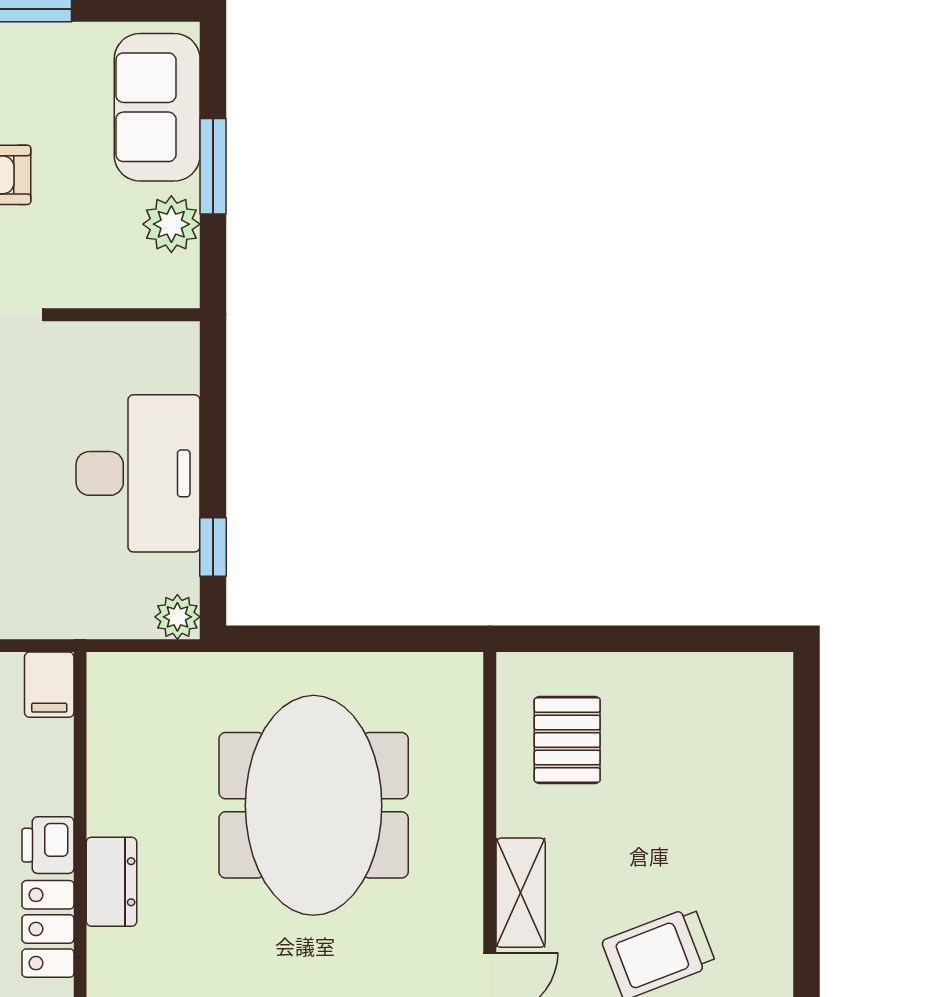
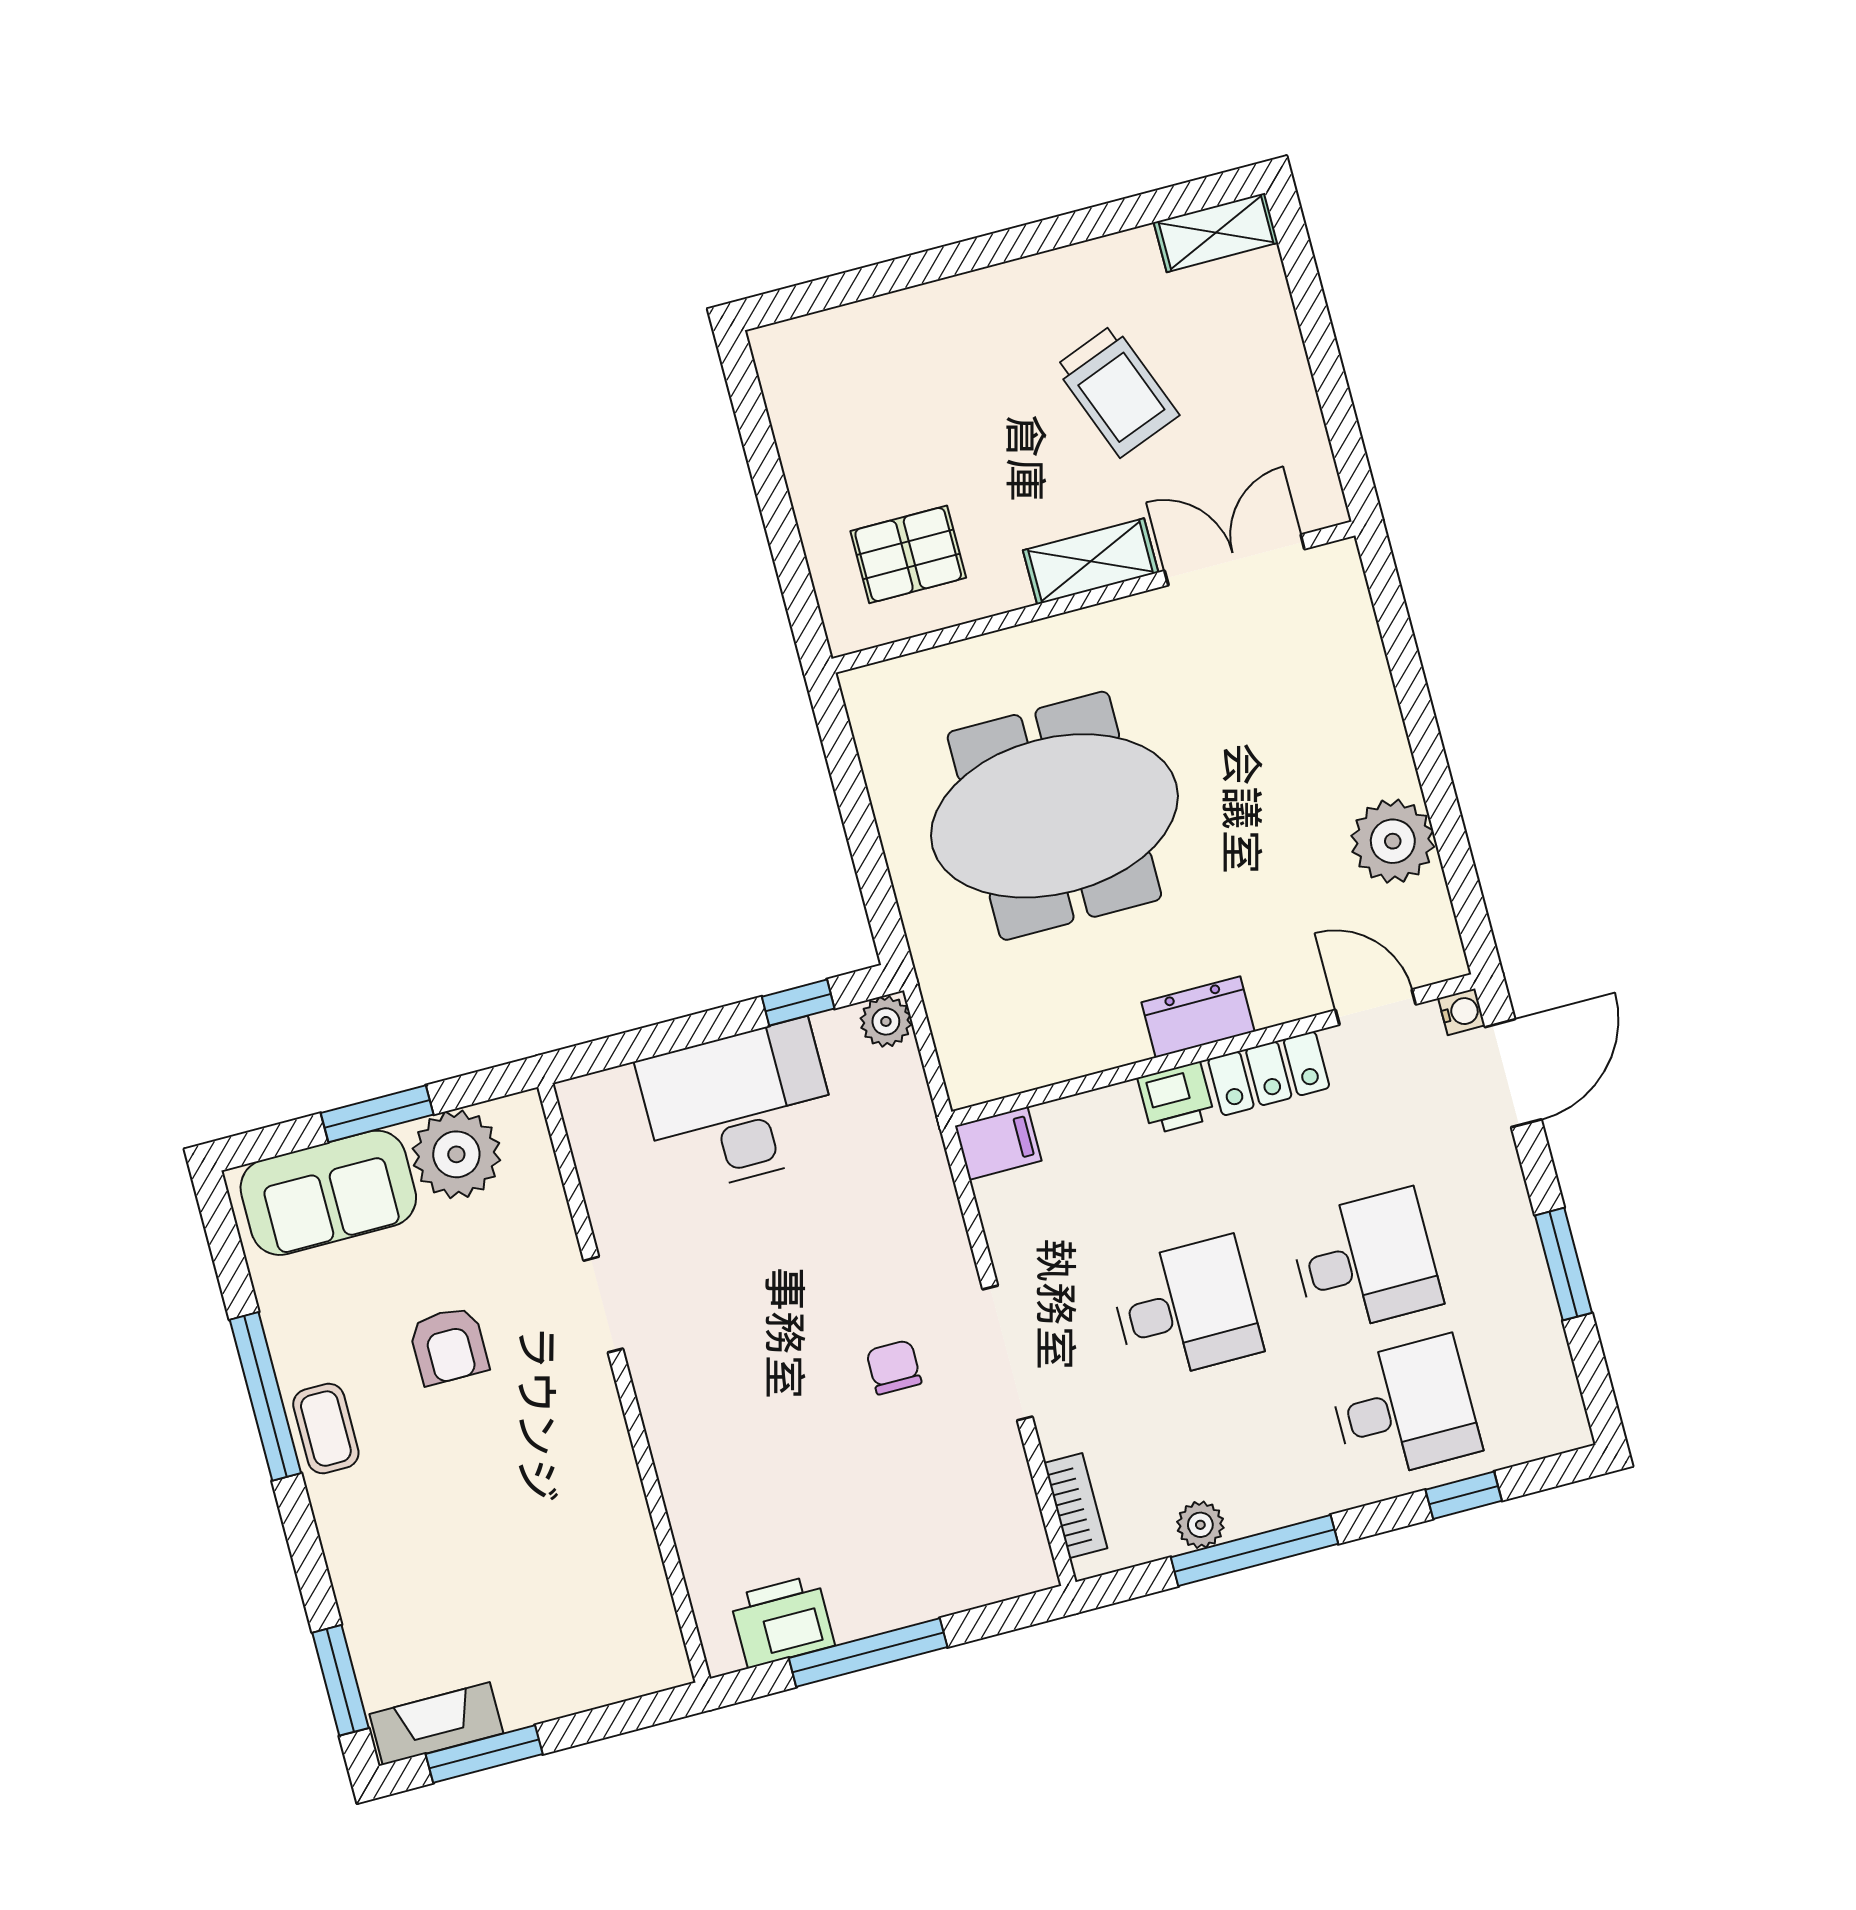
plant: (171, 224) -> (456, 1154), width x1.36, depth x1.36

